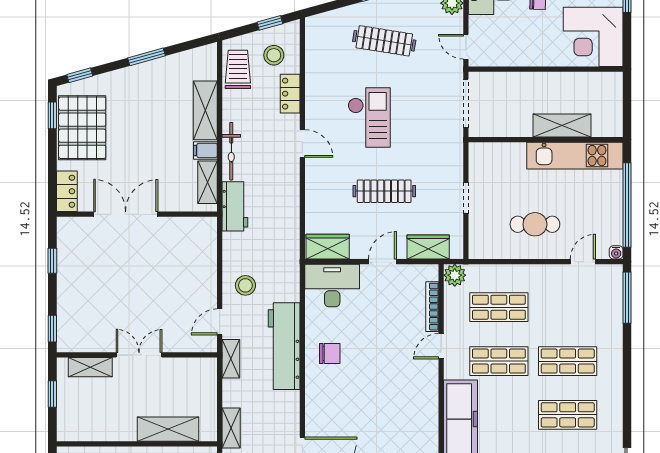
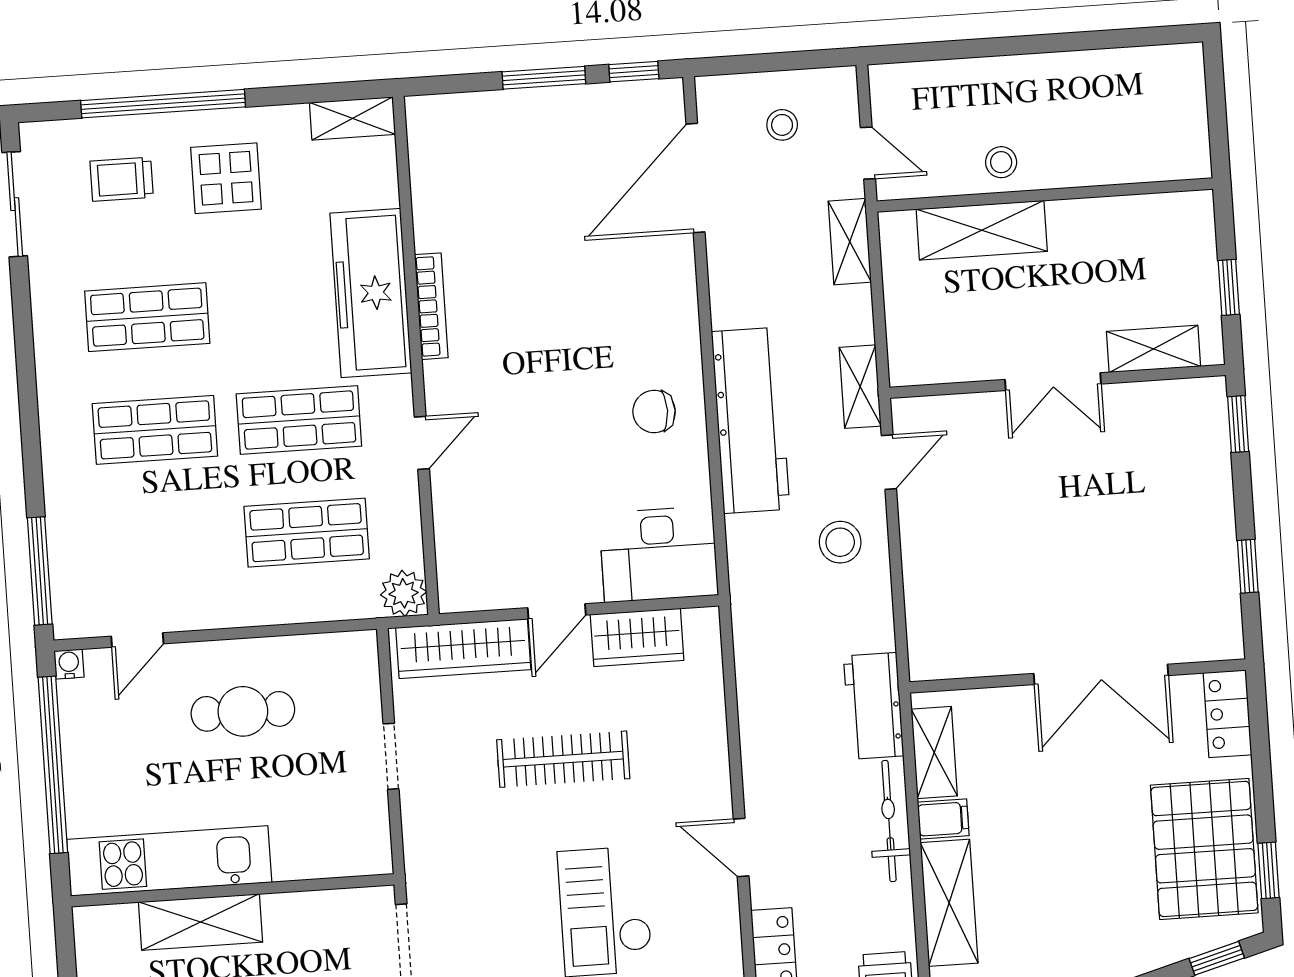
wardrobe: (328, 247) -> (637, 637), moved
wardrobe: (428, 247) -> (463, 649), width x1.50
bookcase: (432, 307) -> (431, 306), moved

